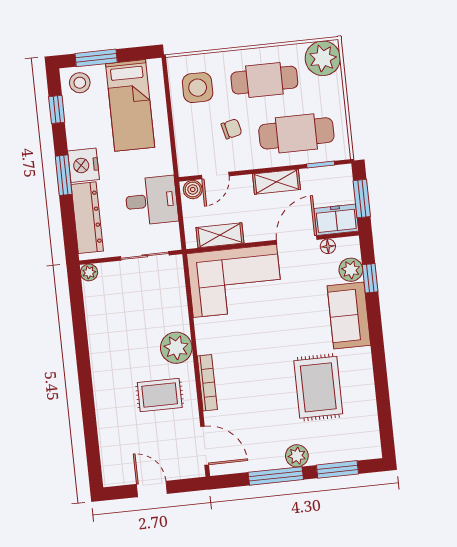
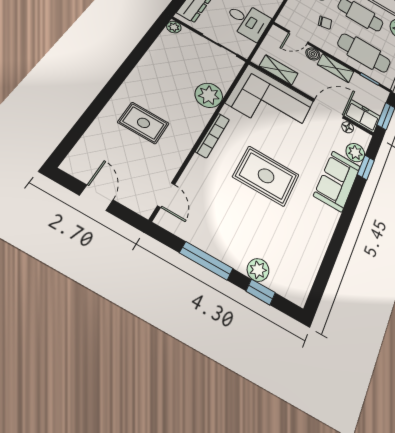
boiler: (193, 190) -> (313, 54), moved
plant: (176, 348) -> (209, 95), moved
bookcase: (207, 383) -> (213, 135), moved
rug: (318, 387) -> (266, 176), moved, turned 90
rug: (160, 395) -> (143, 123), moved
door: (205, 446) -> (166, 195), width x0.73
plant: (297, 456) -> (258, 270), moved
window: (337, 469) -> (261, 292), width x0.67

